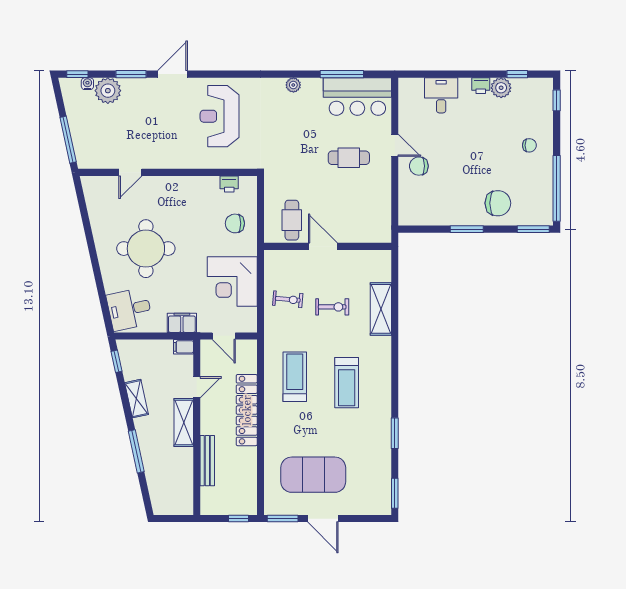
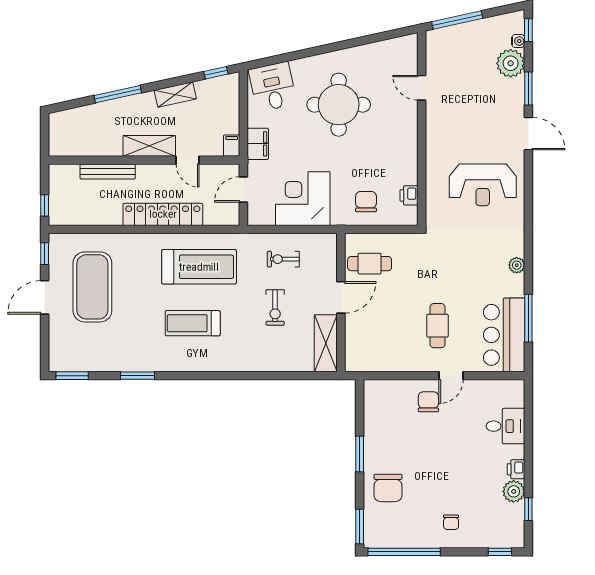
reception desk: (220, 116) -> (483, 185), turned 180
exercise bike: (288, 299) -> (283, 259), turned 85
shelving: (381, 309) -> (326, 343), moved, turned 90
treadmill: (295, 377) -> (199, 267), width x1.37, depth x1.38
window: (283, 519) -> (45, 254), width x0.67

